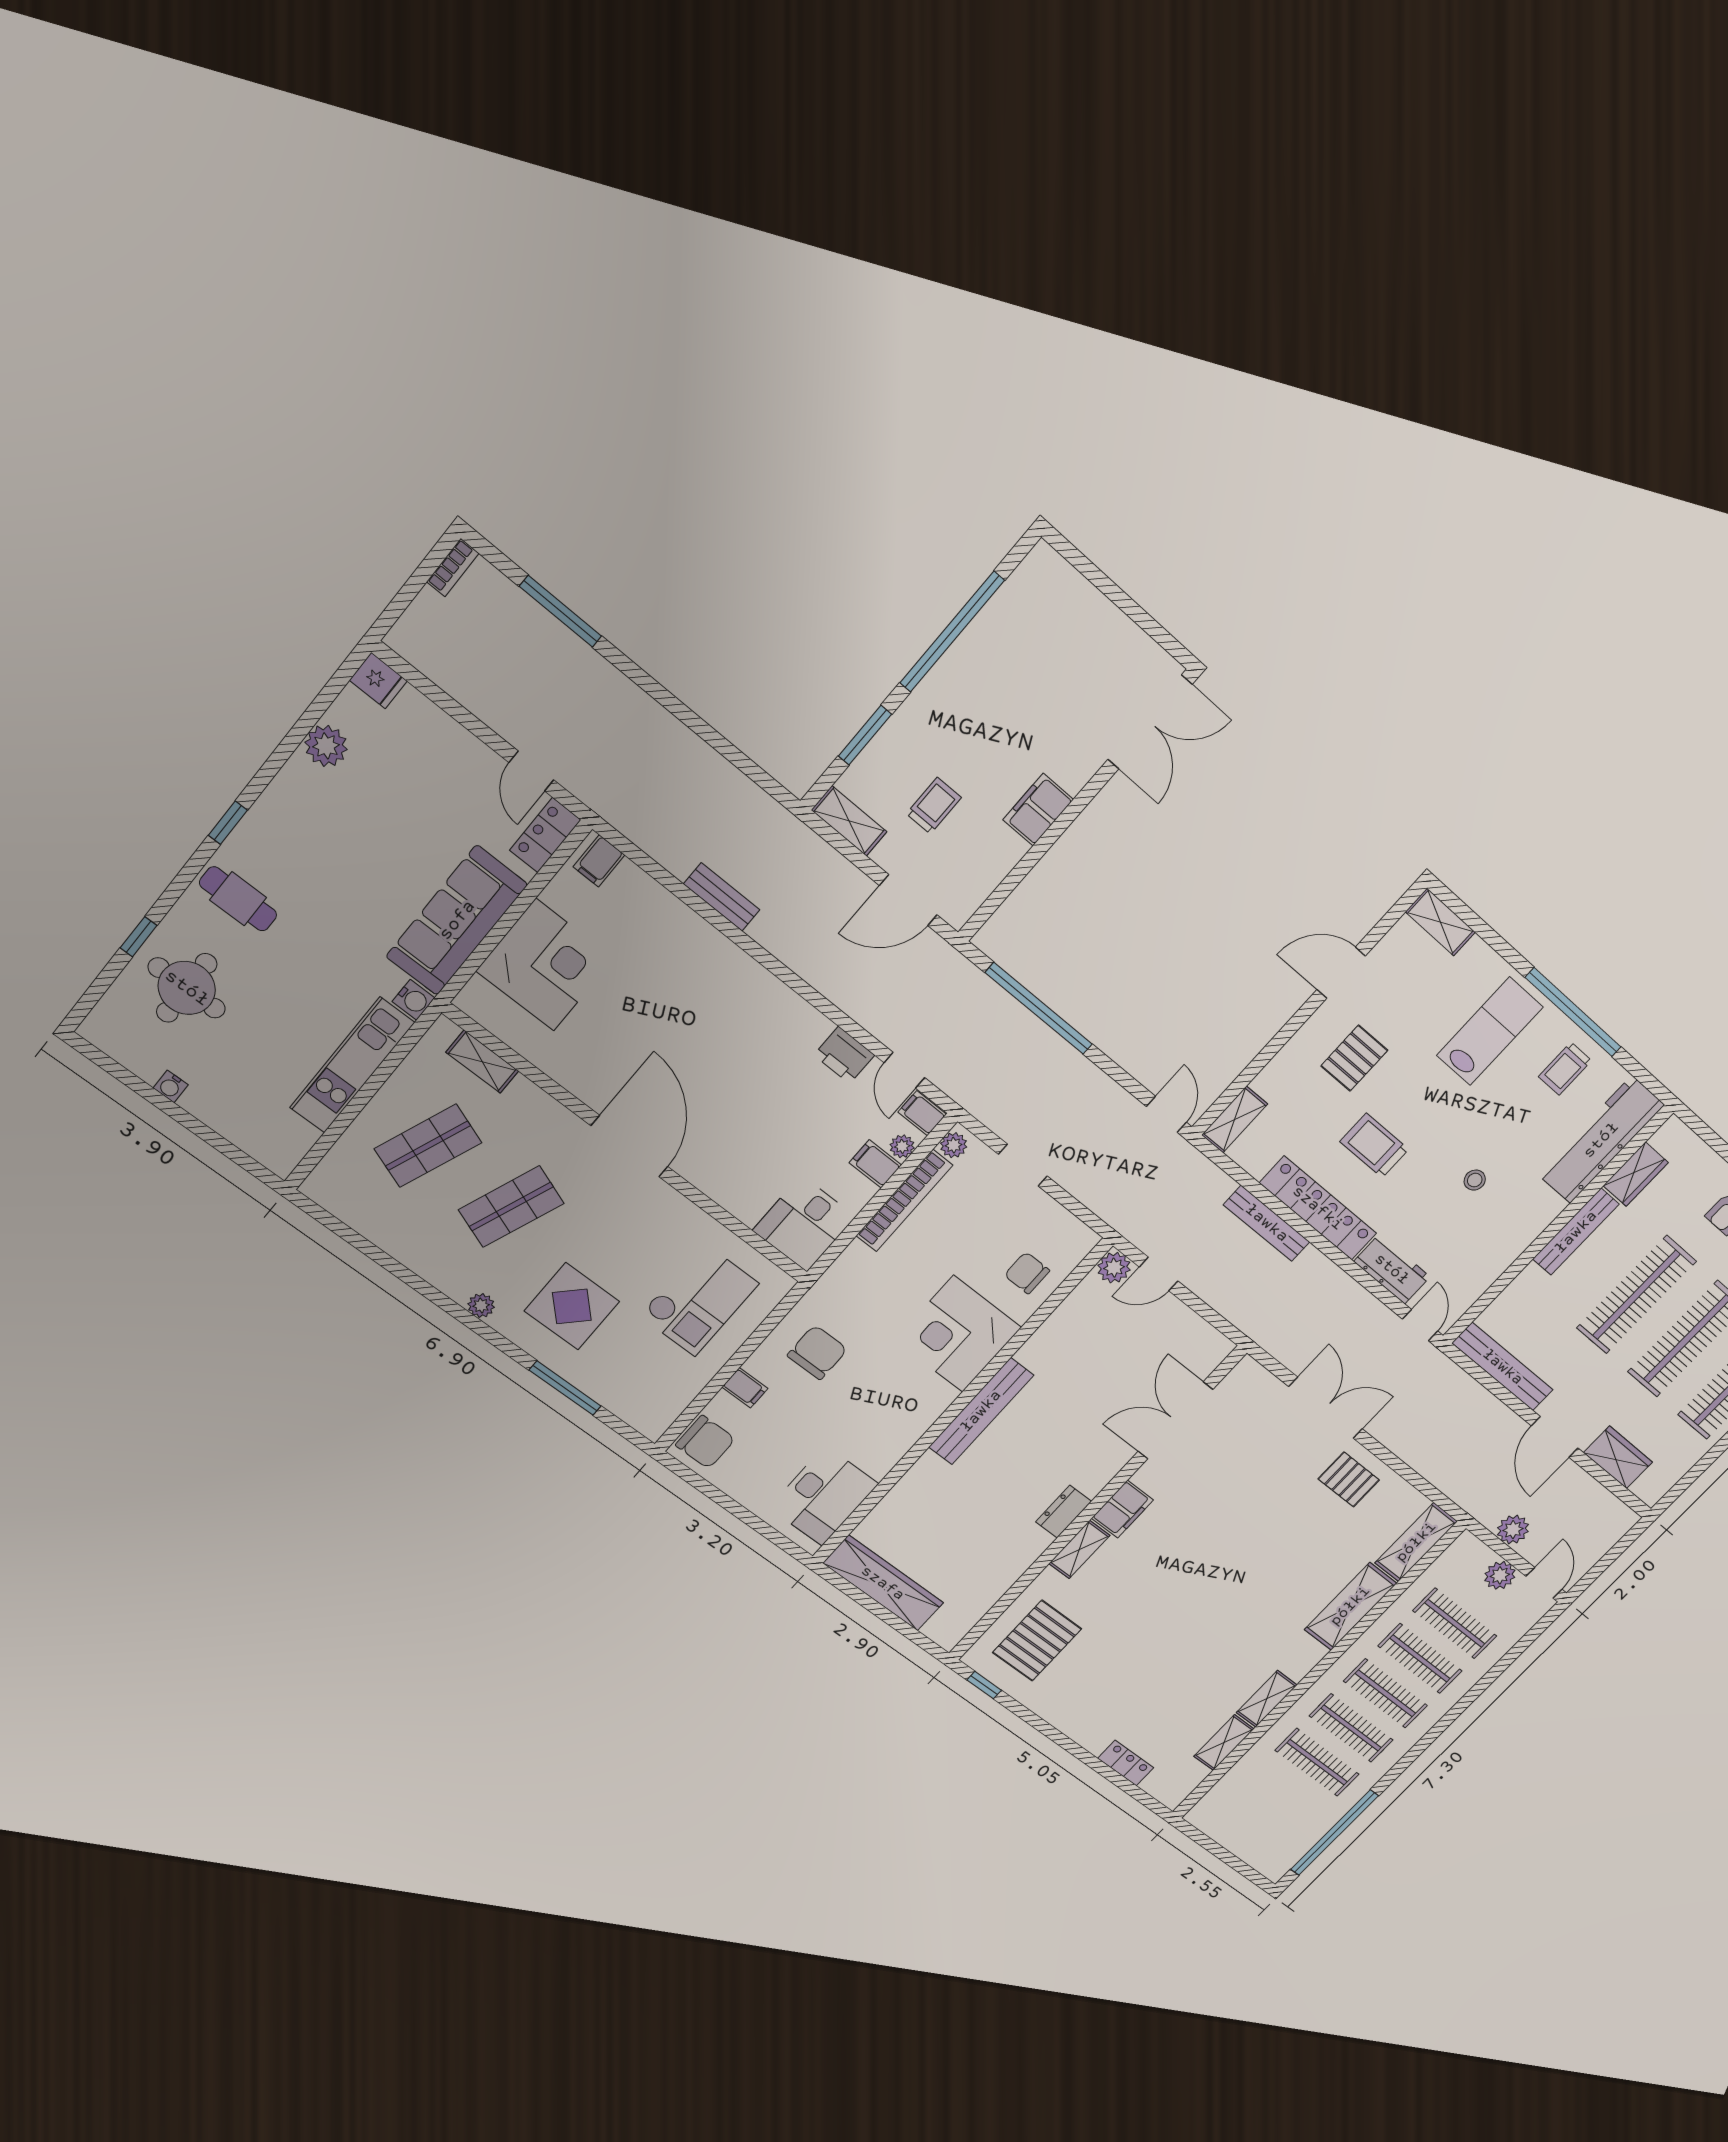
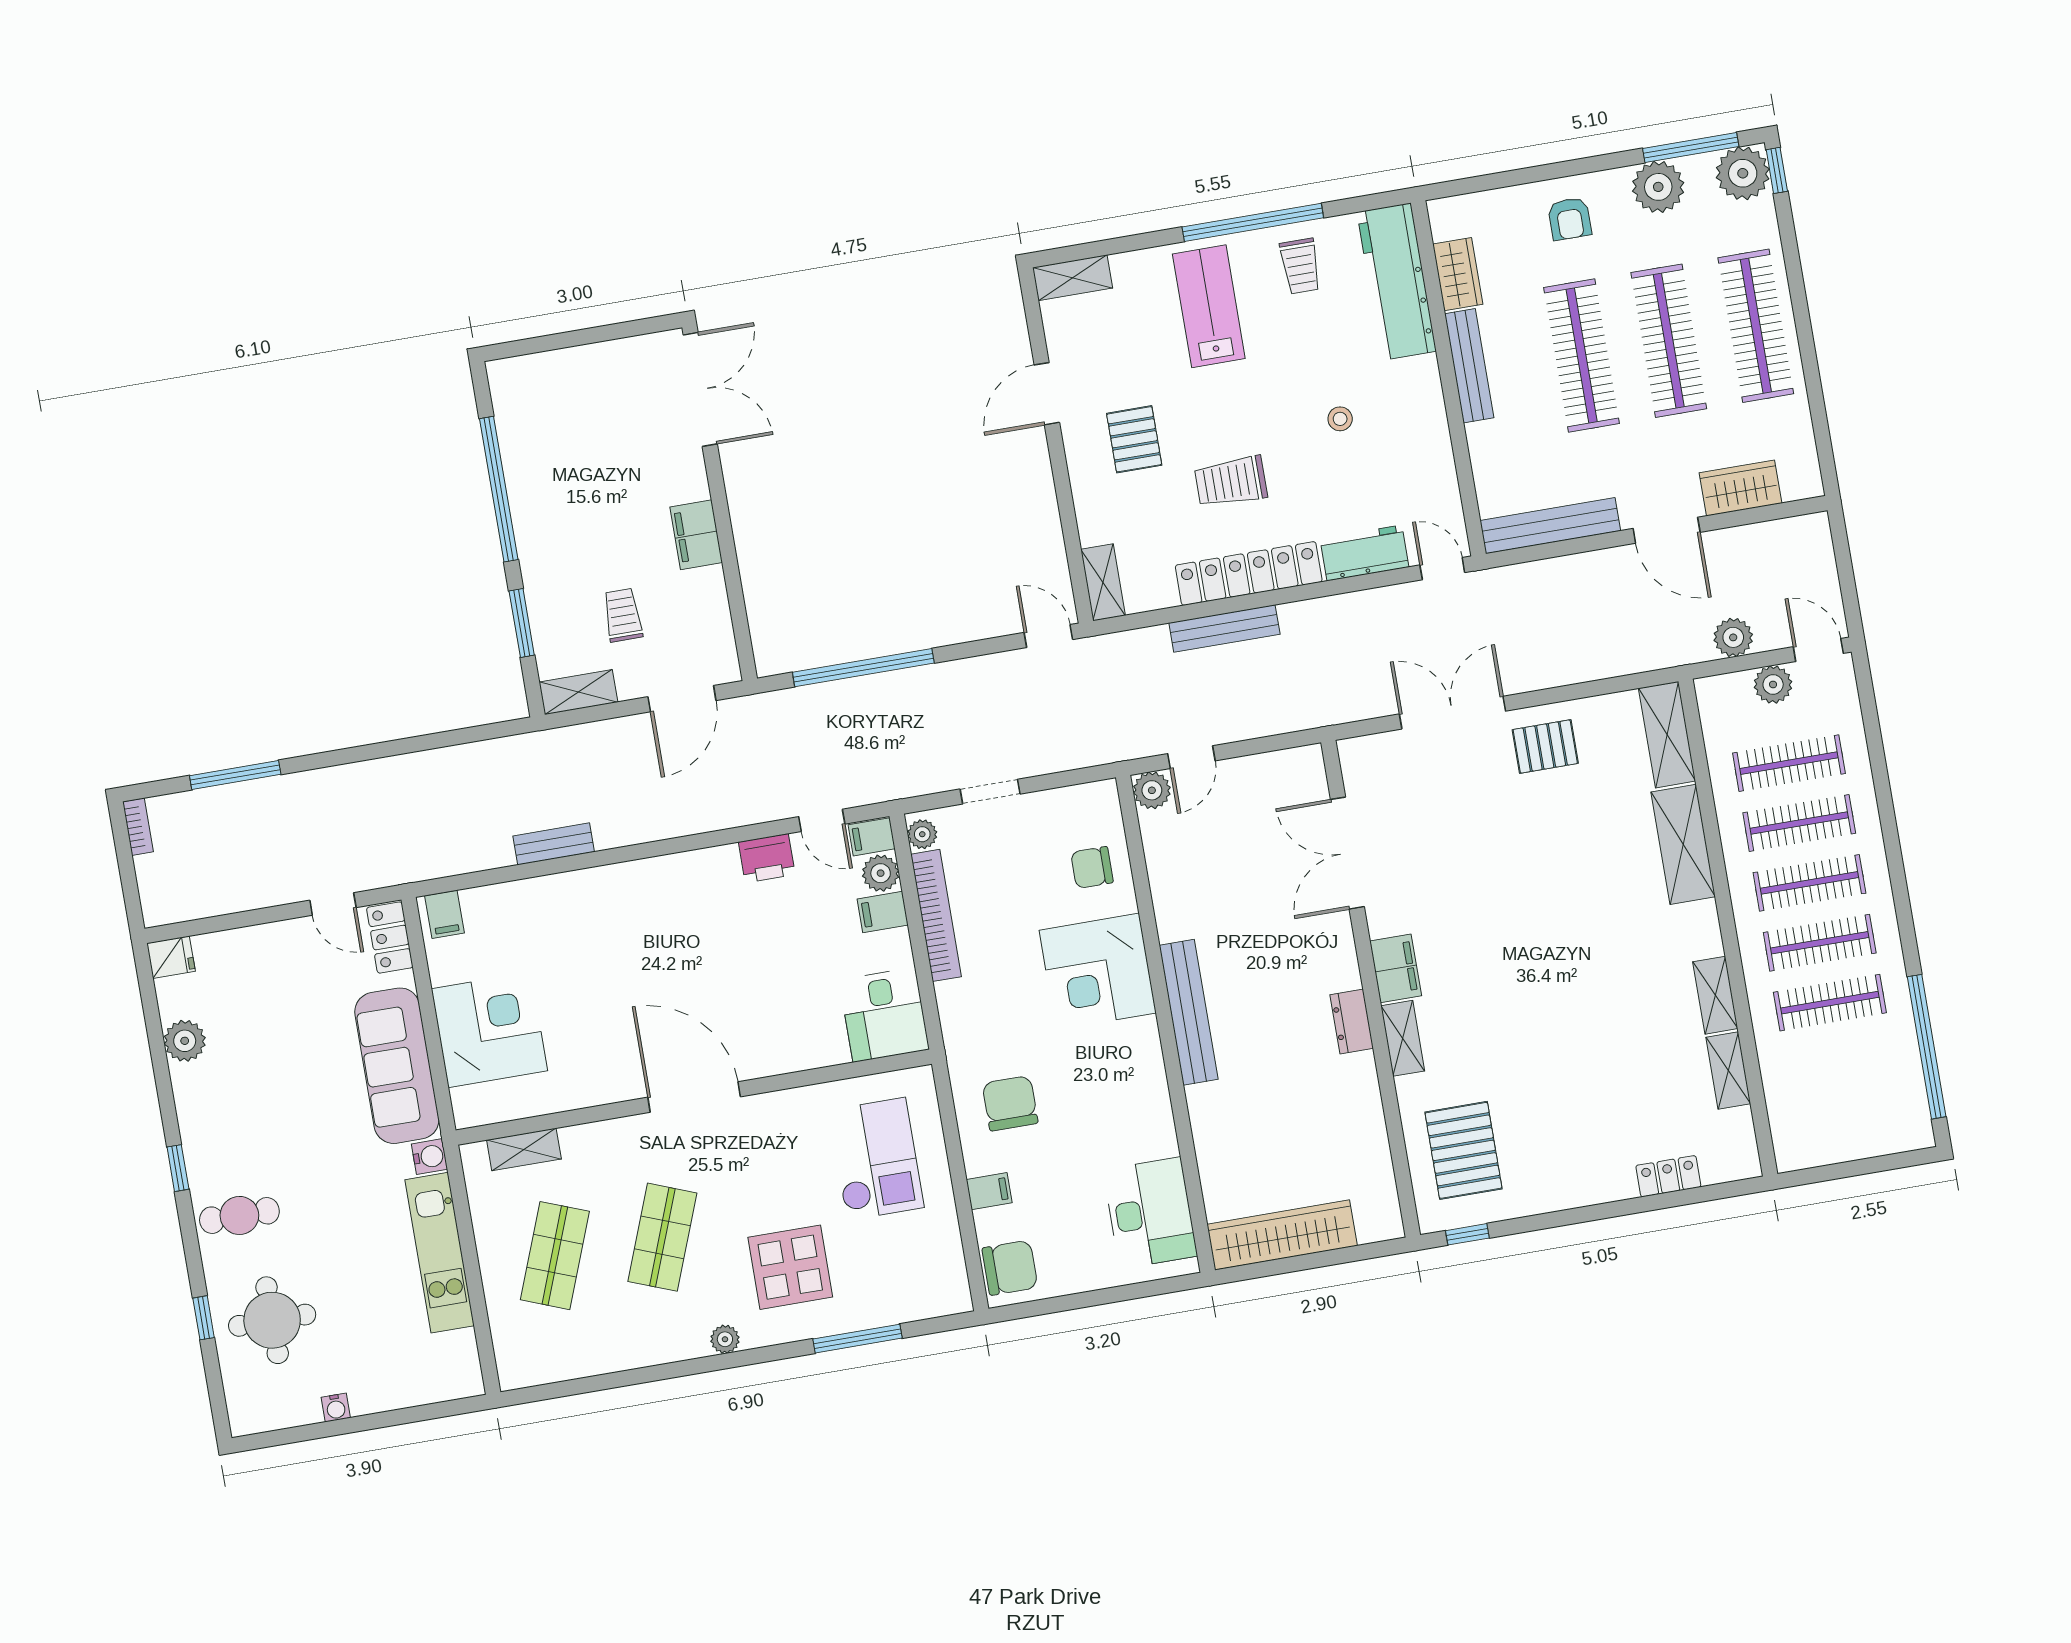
plant: (902, 1146) -> (881, 873), width x1.38, depth x1.38

